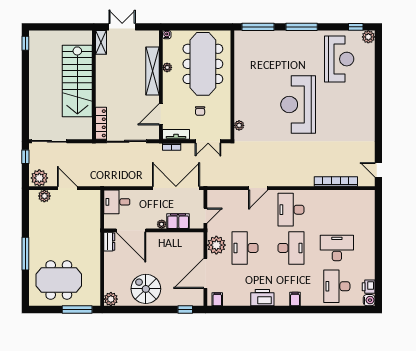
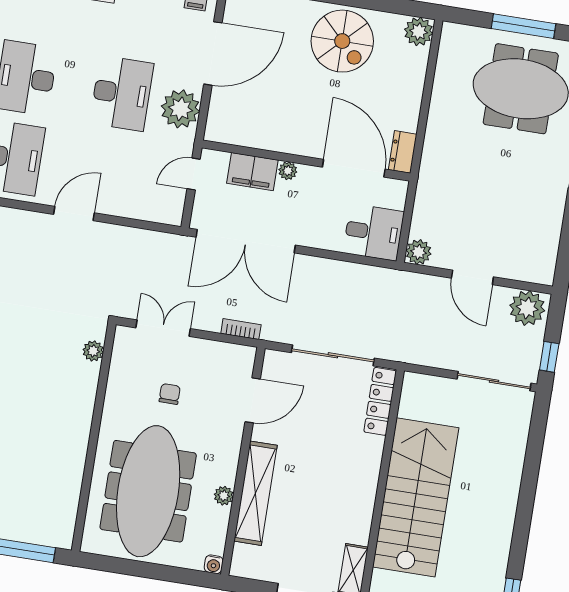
tv unit: (176, 134) -> (228, 353), removed
plant: (44, 196) -> (419, 252), moved
window: (77, 309) -> (524, 26), moved

